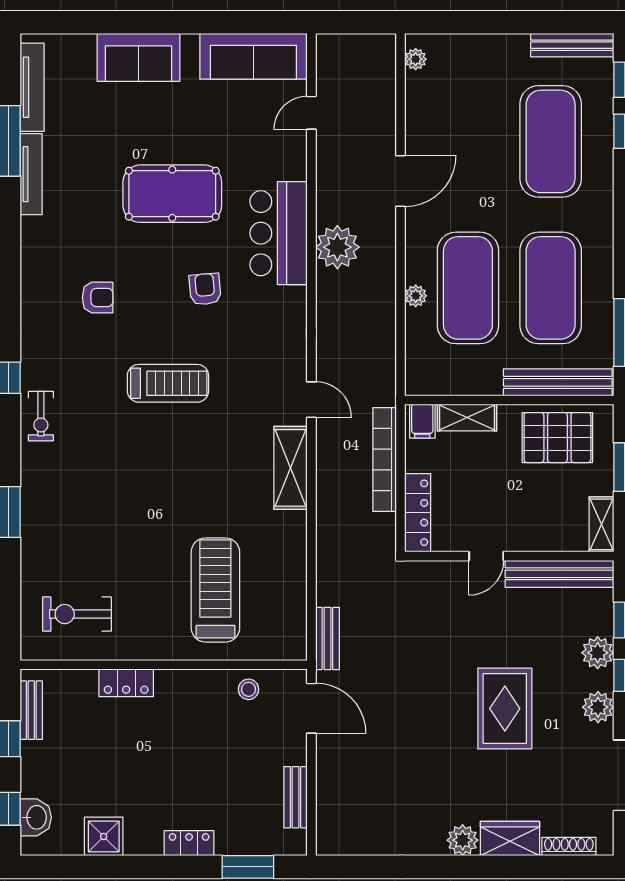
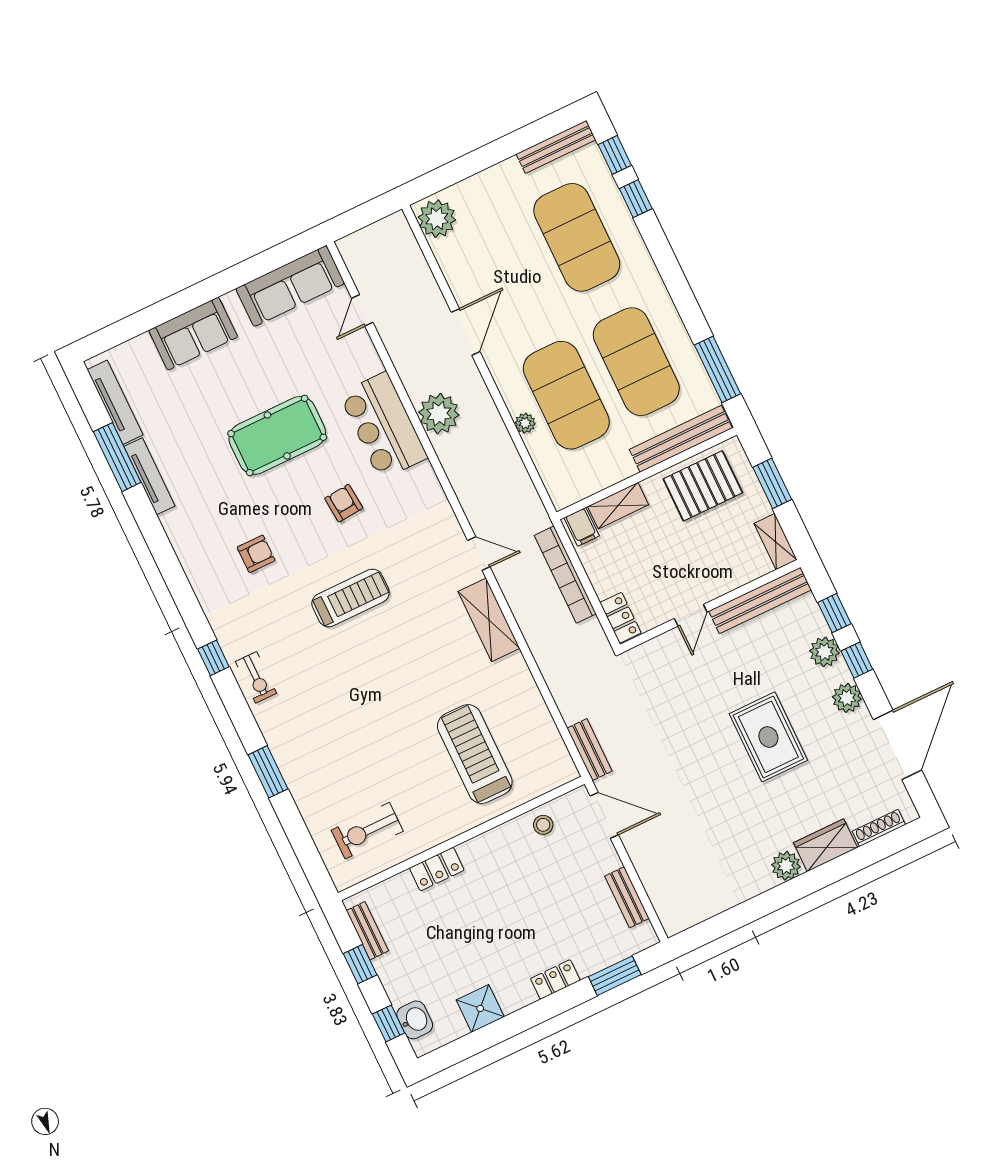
plant: (416, 59) -> (437, 219), width x1.87, depth x1.87
locker: (418, 513) -> (620, 618), width x0.66

